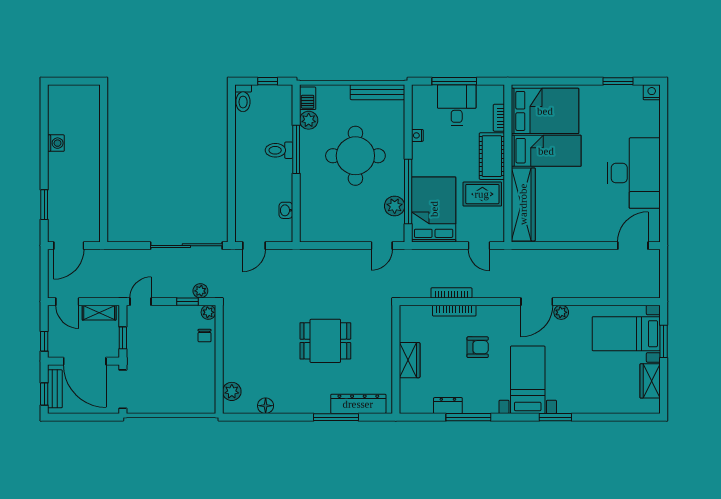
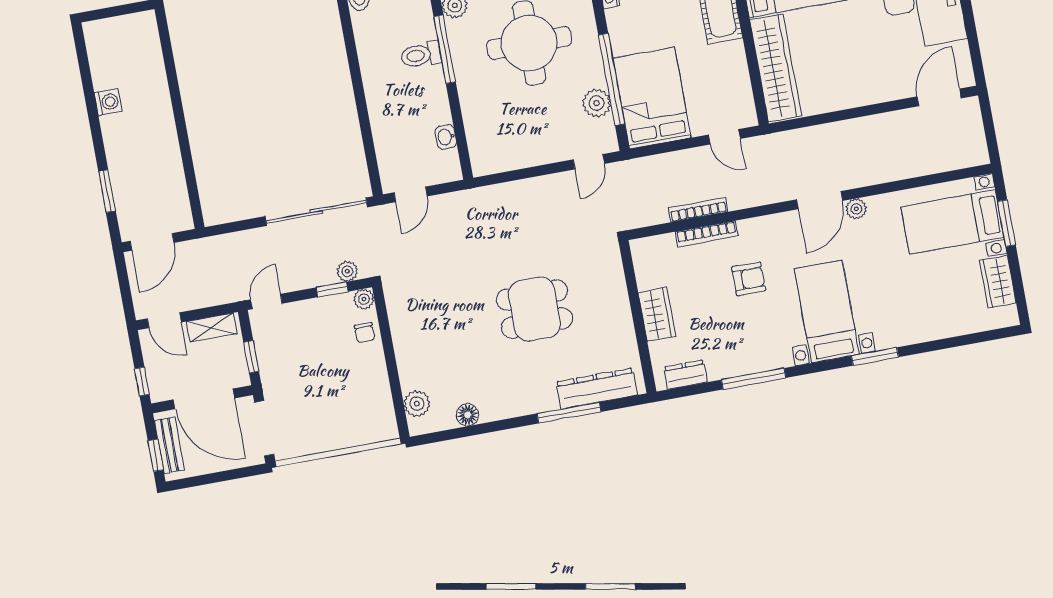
rug: (482, 194) -> (716, 64), removed
dresser: (448, 406) -> (686, 375), moved

